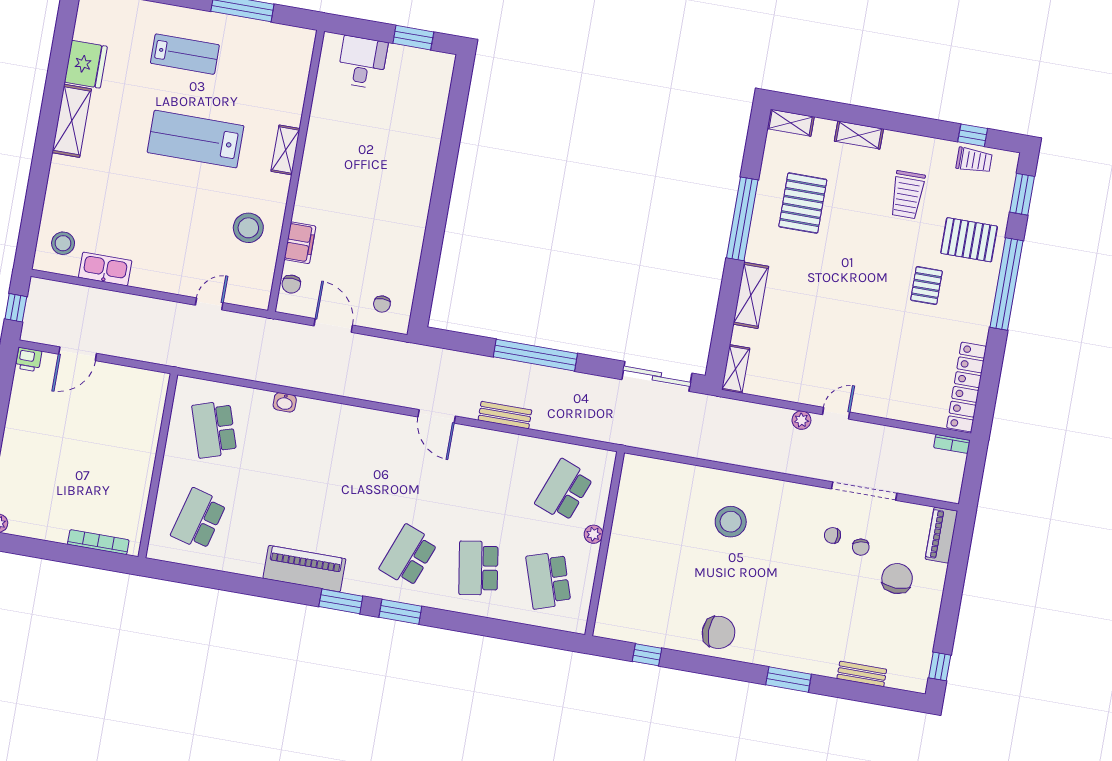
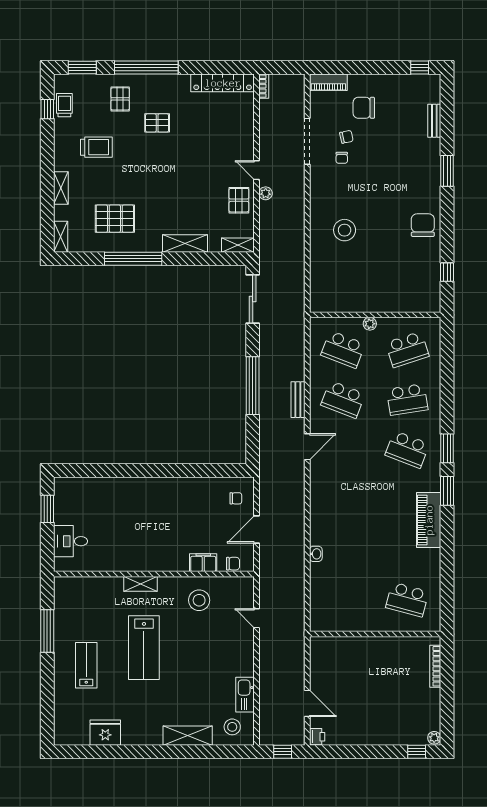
shelving: (72, 121) -> (188, 736), moved
pallet: (969, 240) -> (120, 99), width x0.67, depth x0.71
pallet: (798, 381) -> (239, 200), added
school desk: (214, 429) -> (343, 399), moved, turned 39

